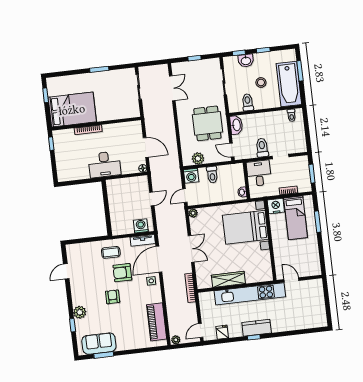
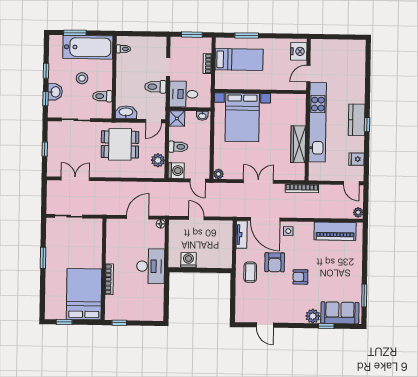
shower: (237, 170) -> (177, 118), added
nightstand: (276, 206) -> (299, 51), moved, turned 180
washing machine: (141, 226) -> (188, 260), moved, turned 90
sofa: (99, 344) -> (340, 313), moved, turned 90

